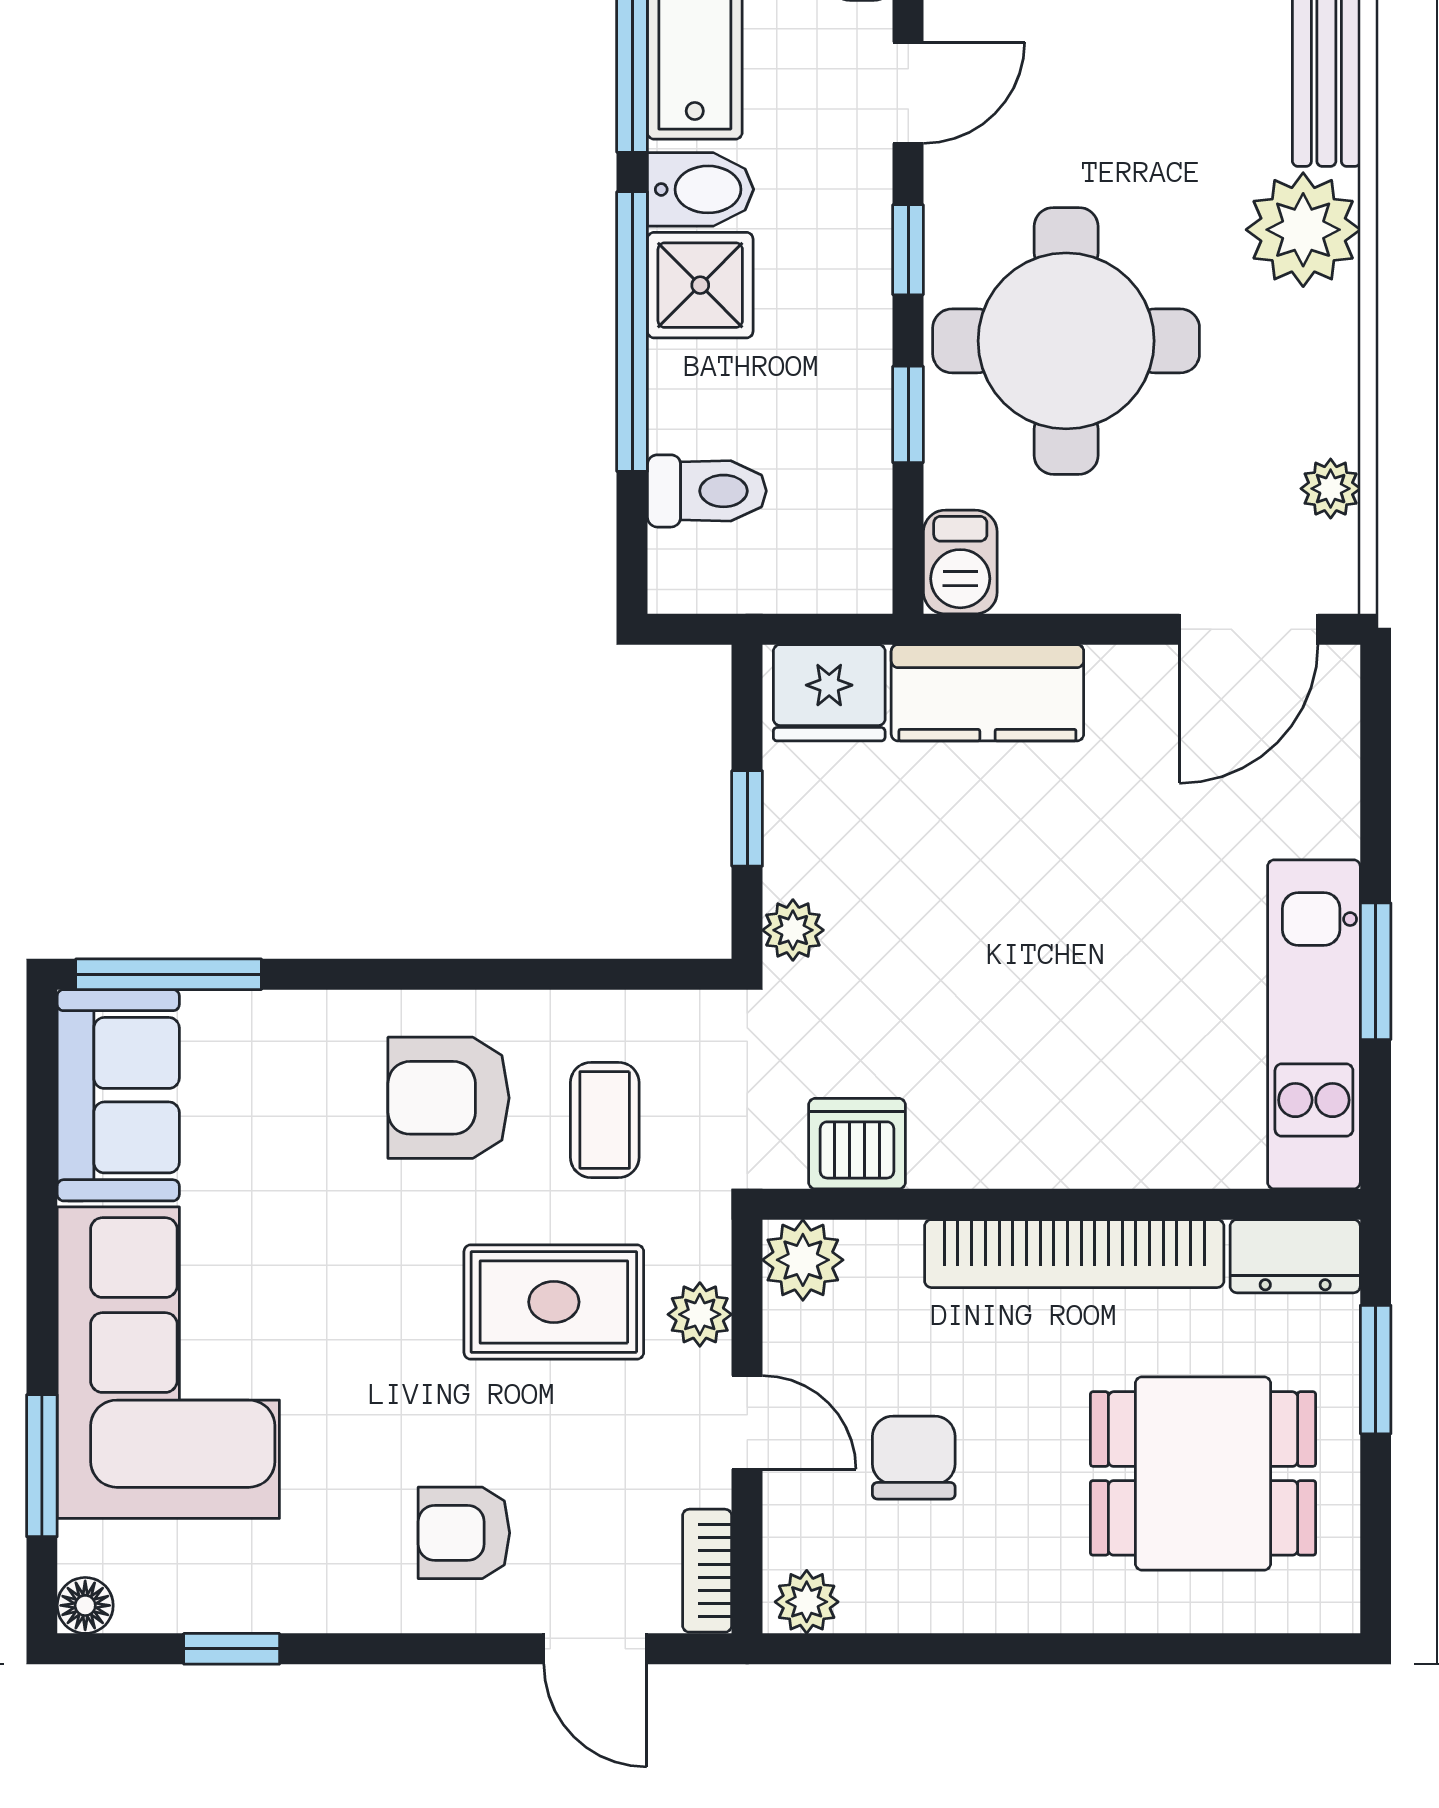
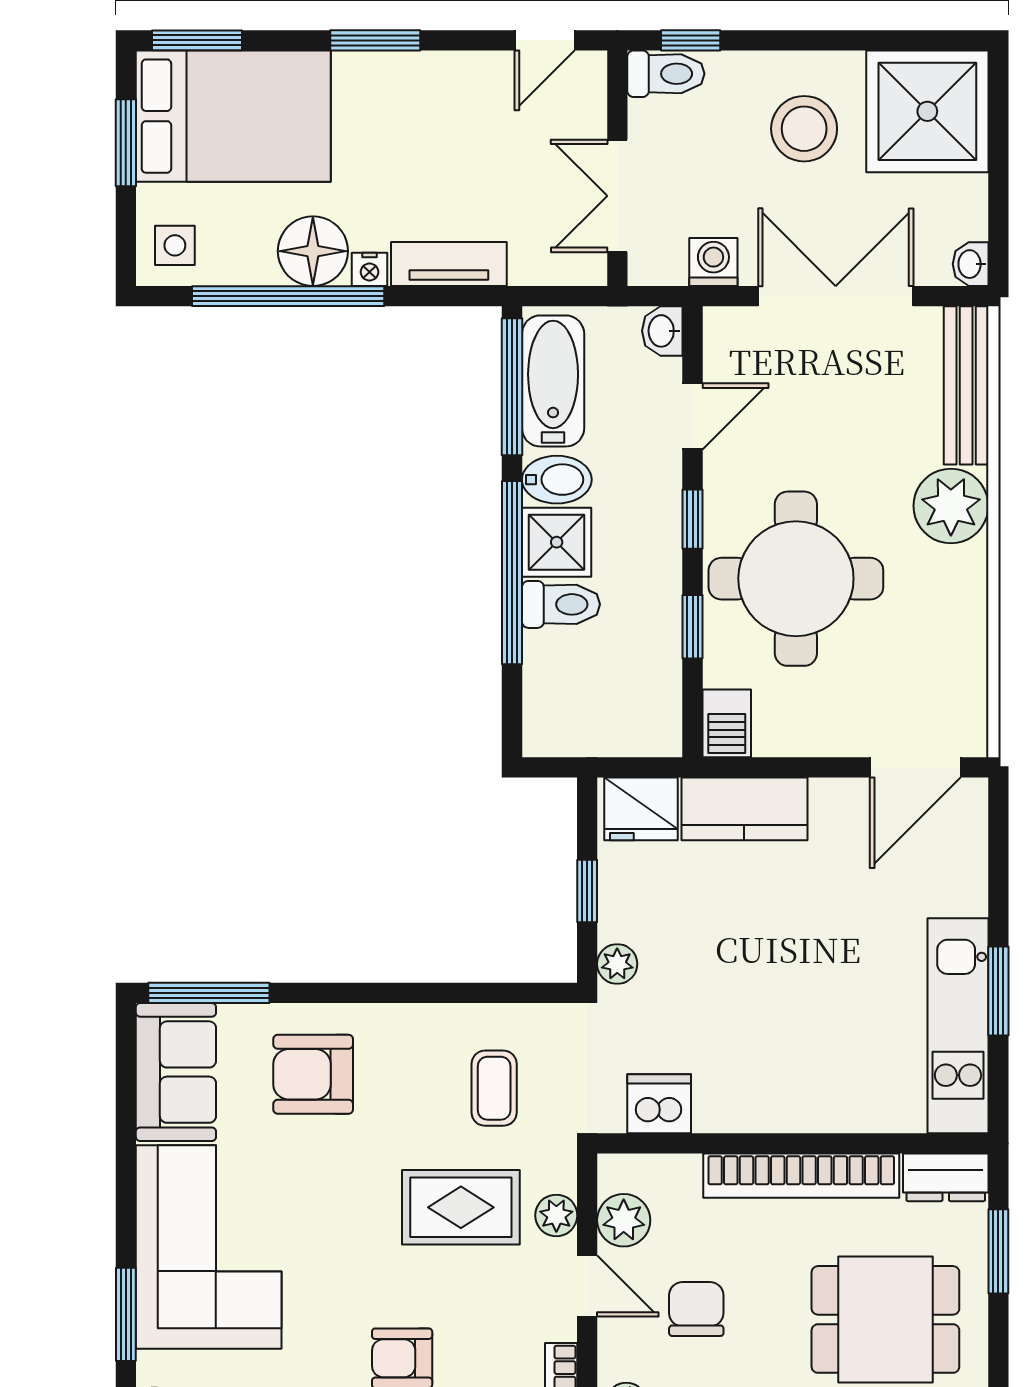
plant: (1331, 489) -> (969, 675), removed
toilet: (707, 491) -> (561, 604), moved
armchair: (449, 1098) -> (313, 1074), moved
plant: (803, 1260) -> (624, 1220), moved

